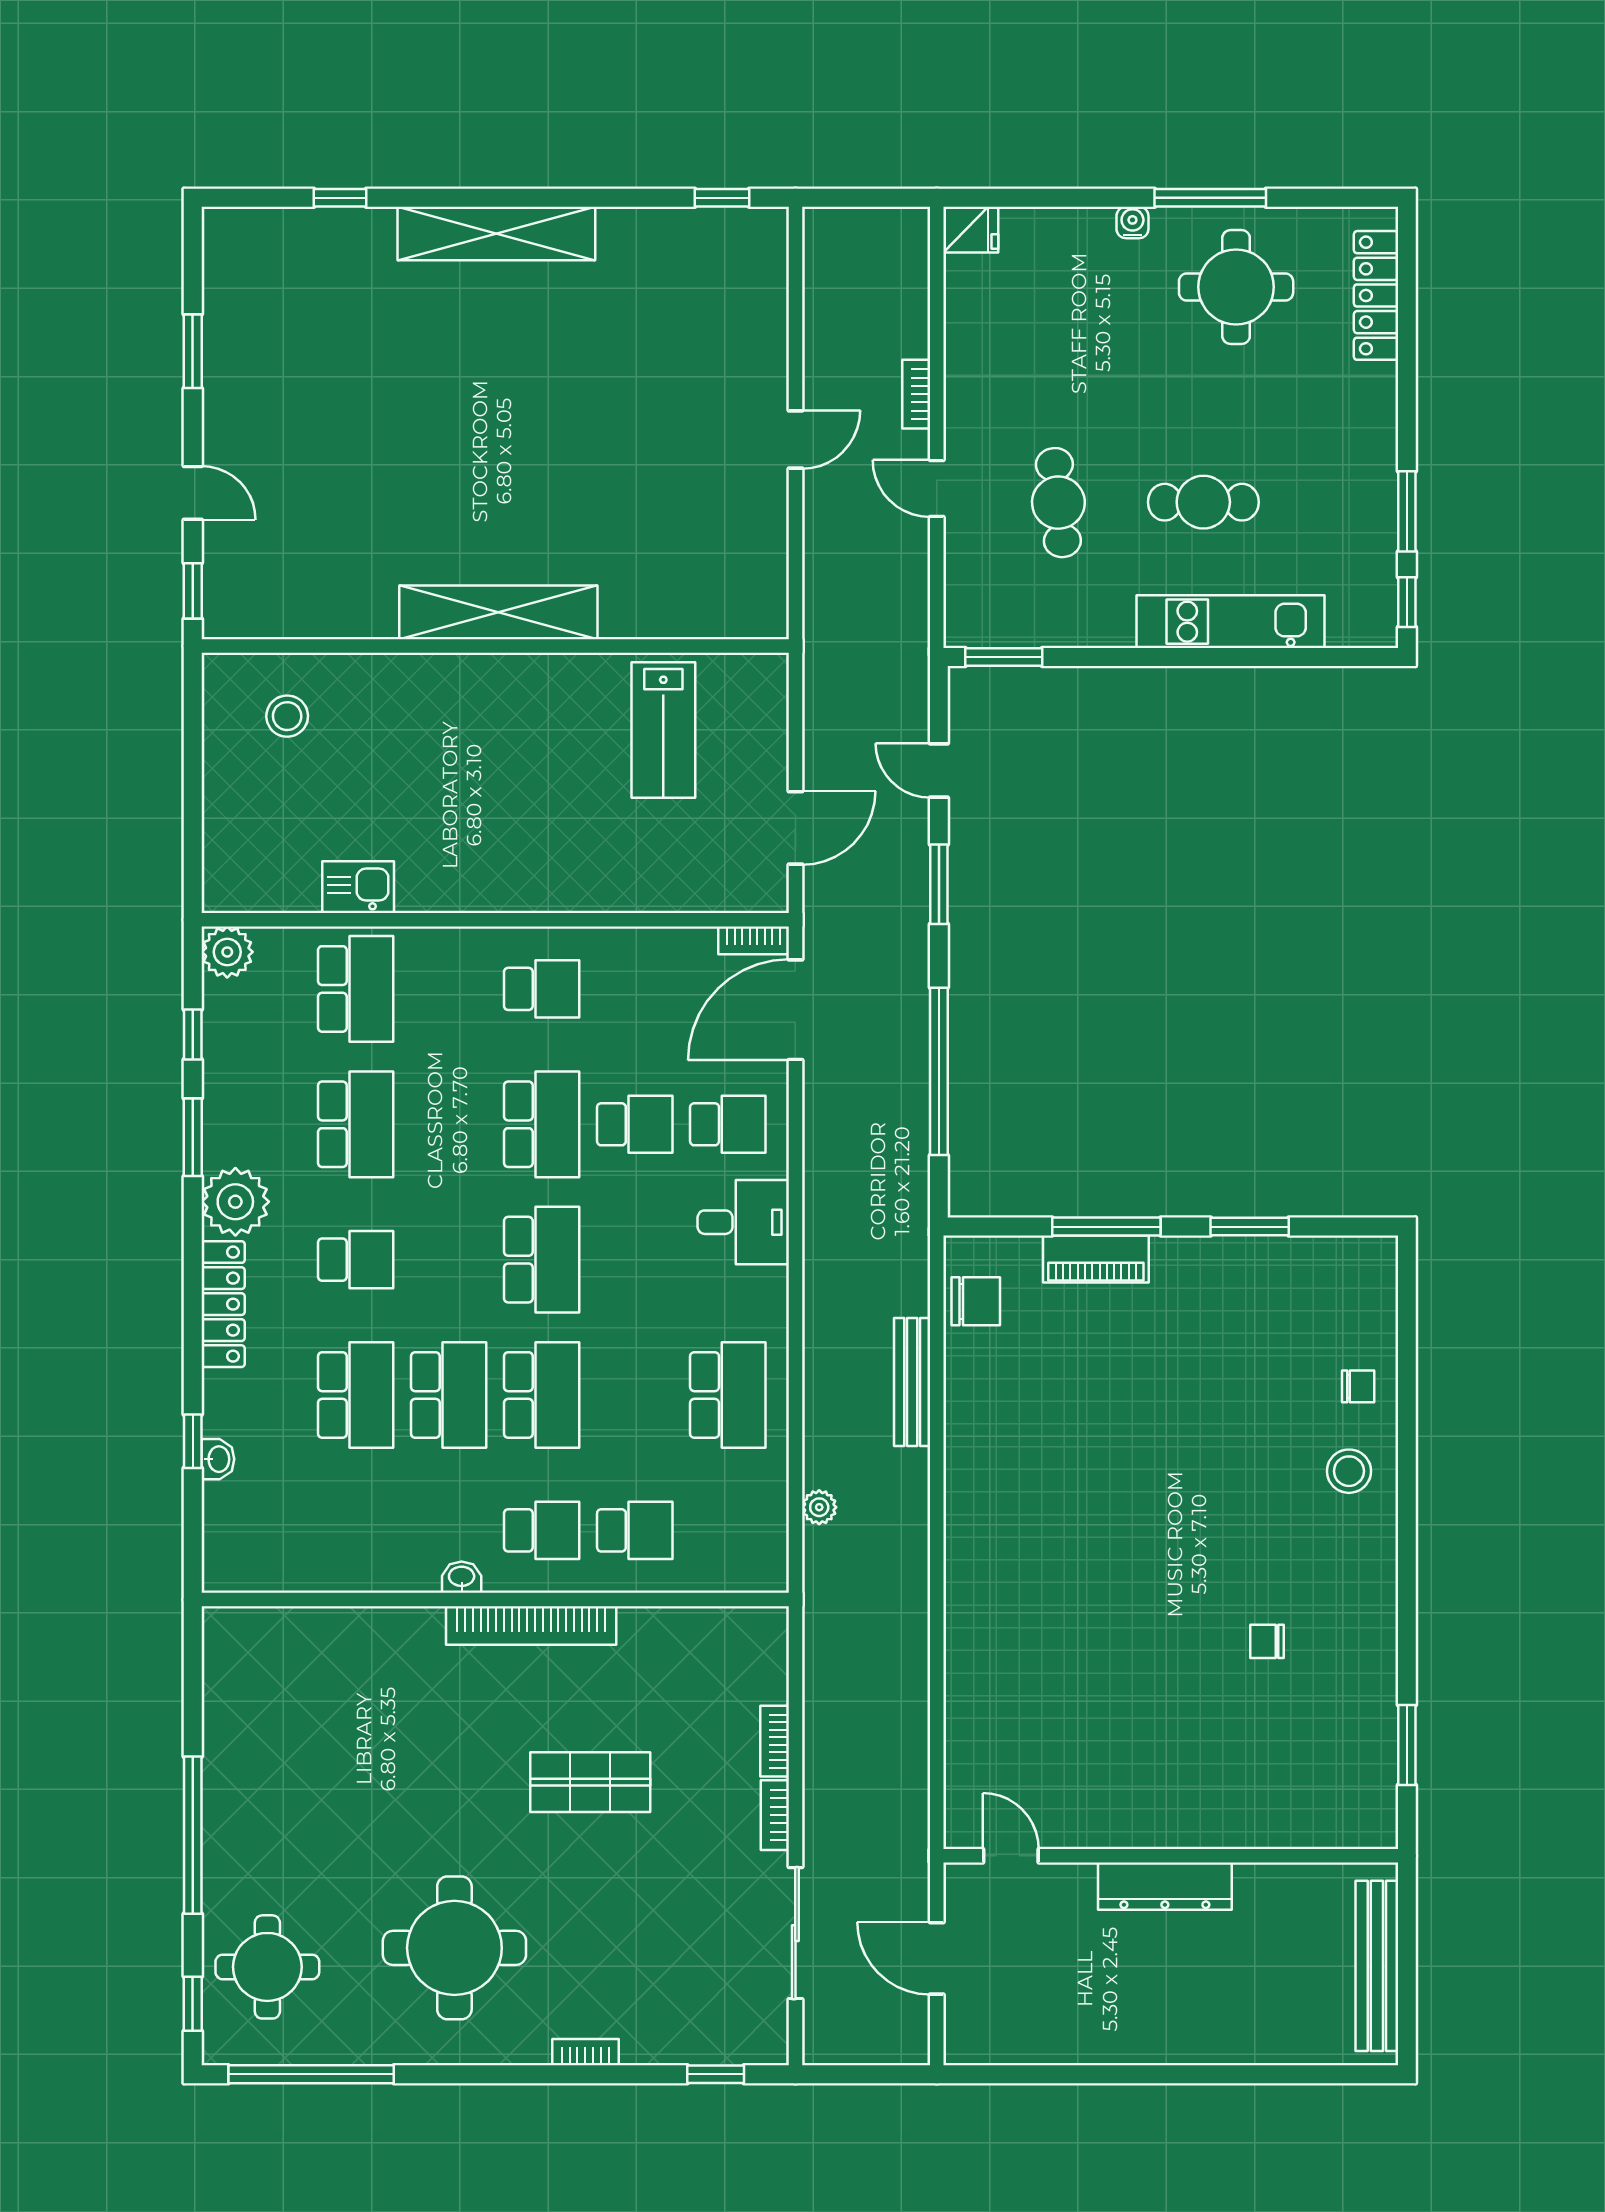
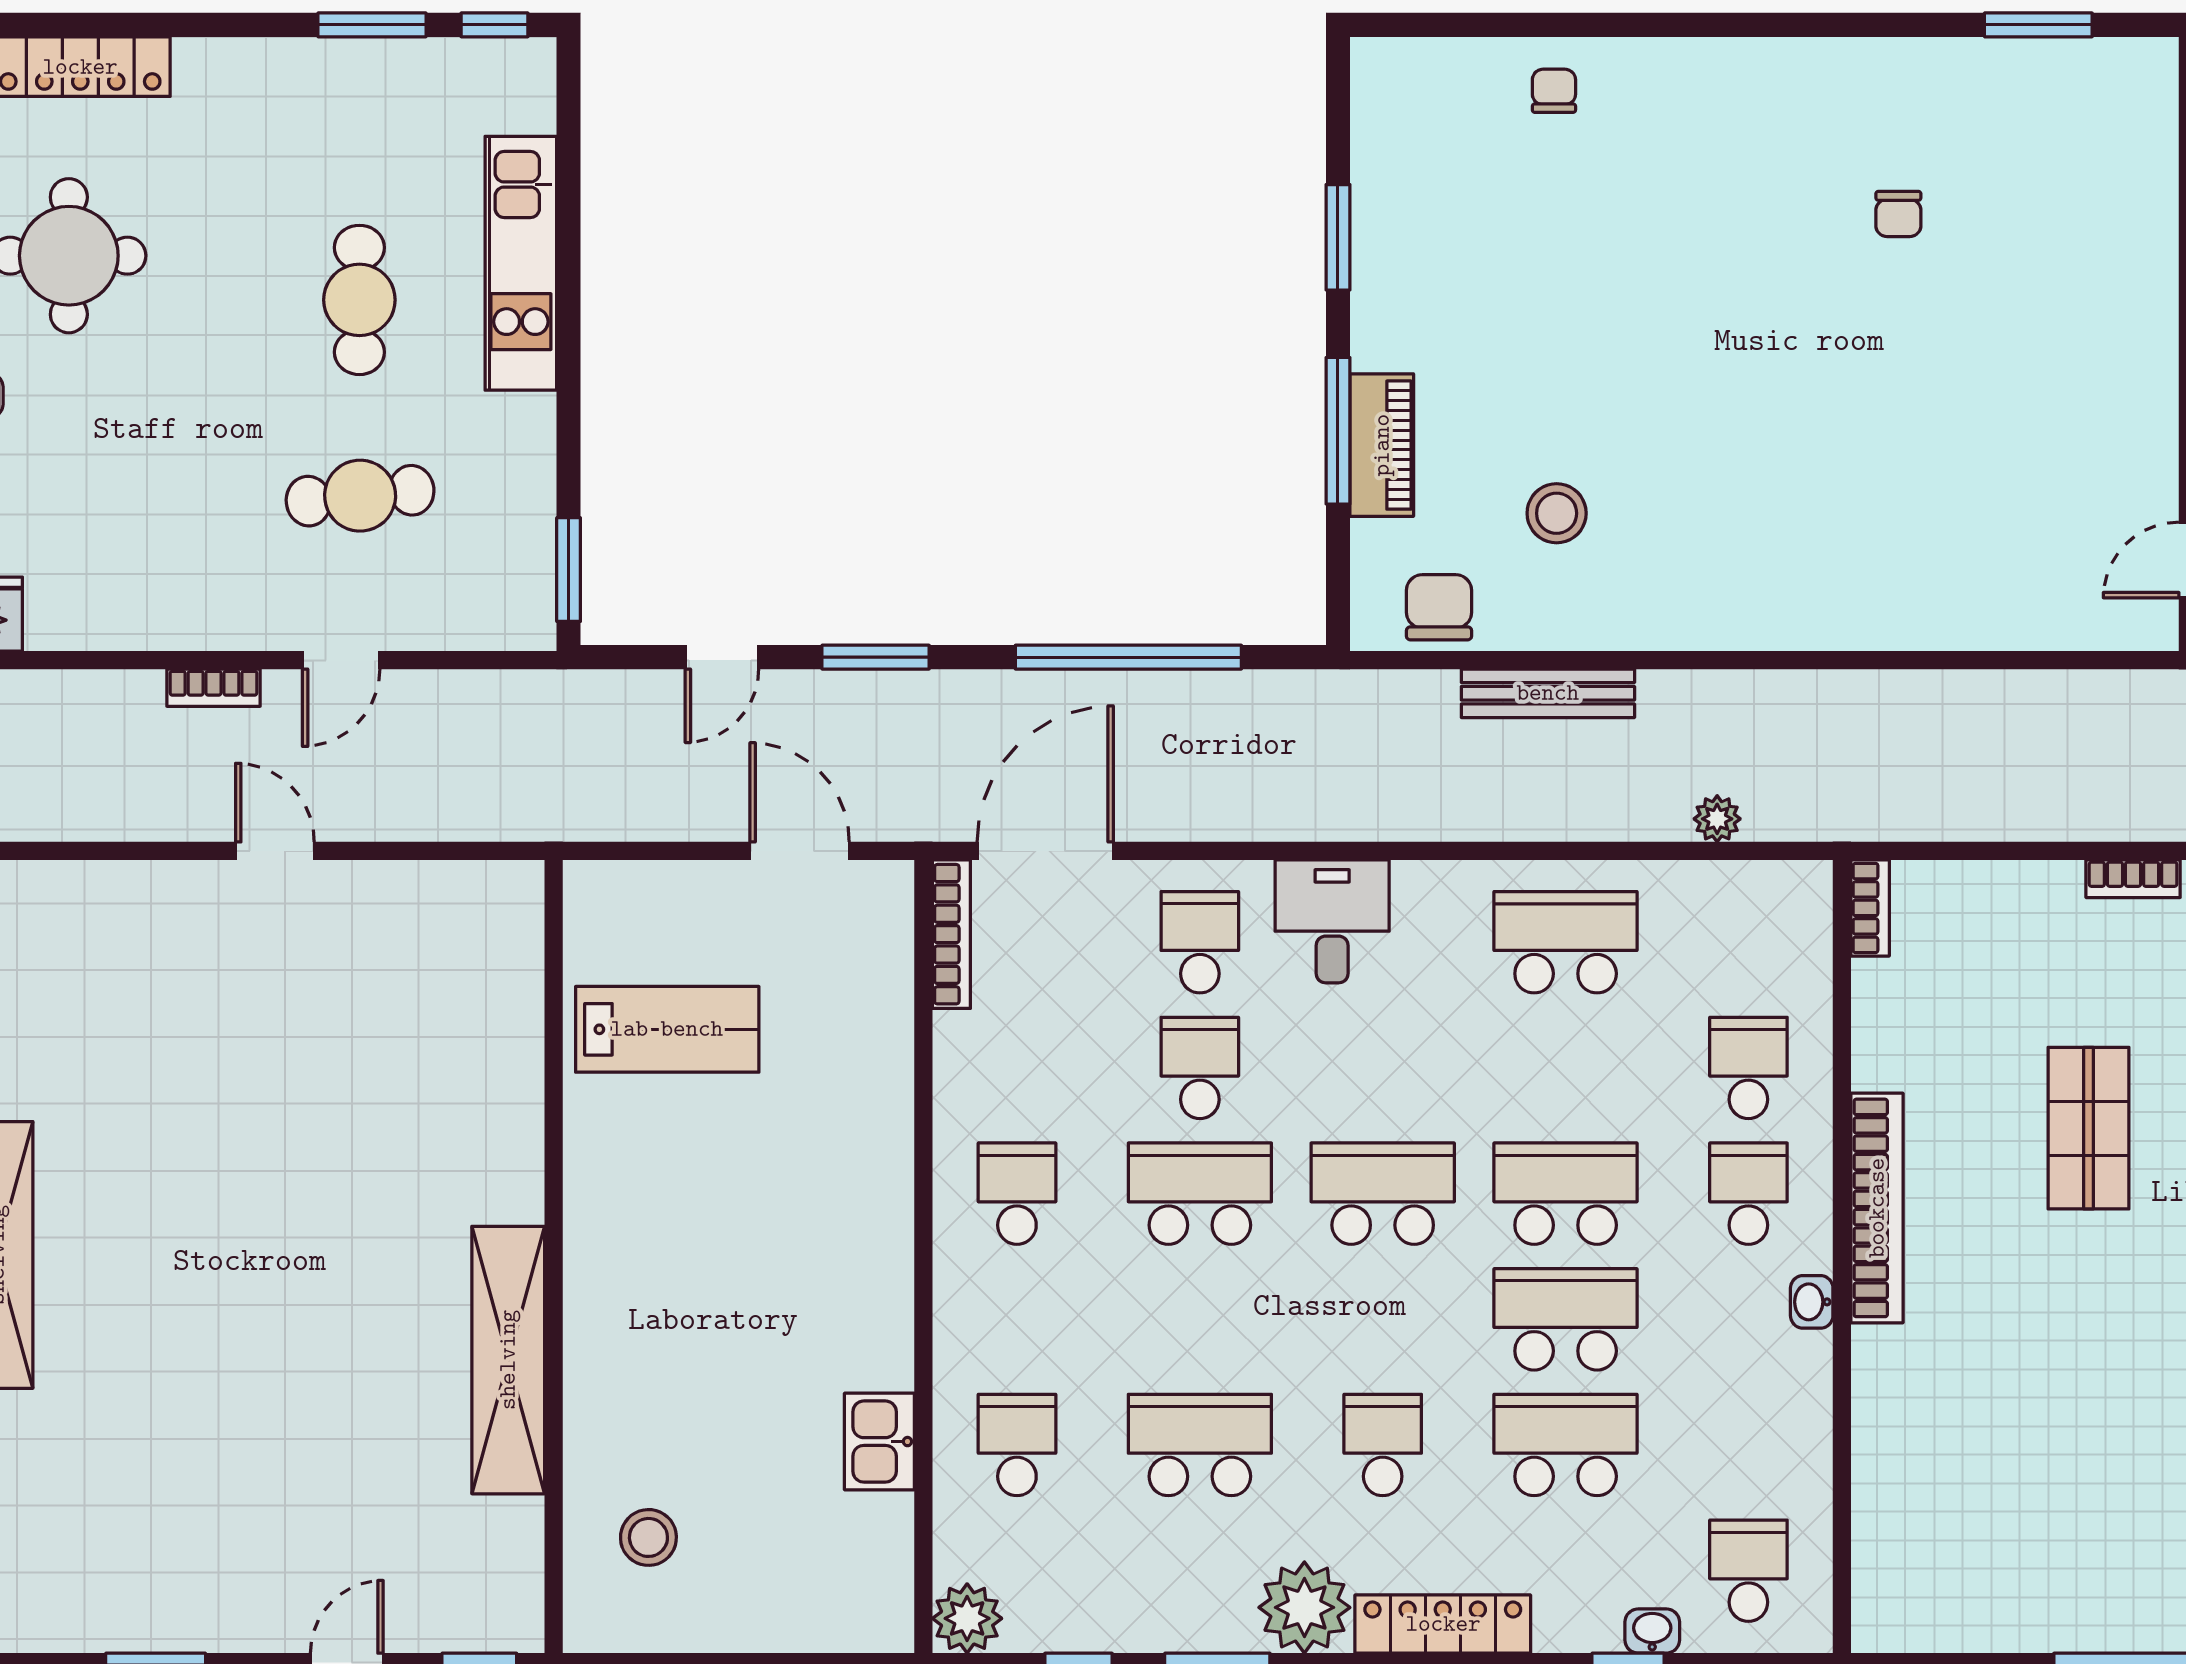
shelving: (498, 612) -> (508, 1360), moved
bookcase: (754, 940) -> (951, 934), width x1.56
school desk: (356, 989) -> (1017, 1445), width x0.54
door: (795, 1010) -> (1045, 851), swing flipped
stool: (1349, 1471) -> (1557, 513), moved
school desk: (263, 1530) -> (1748, 1571), added
bookcase: (775, 1741) -> (1870, 908), moved, turned -90

